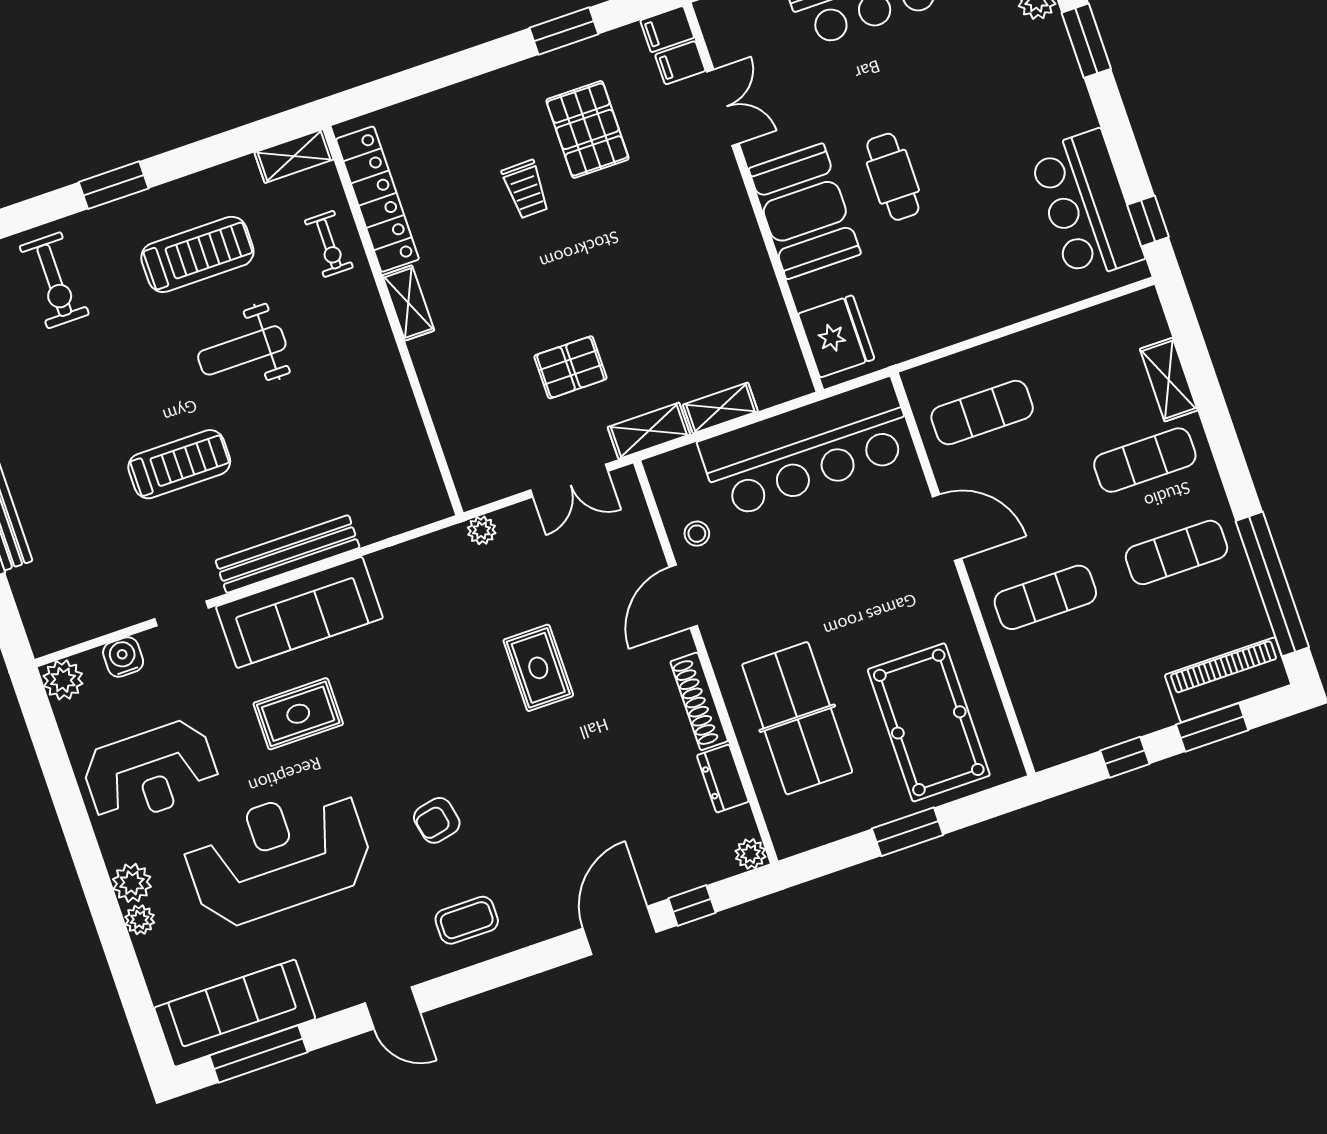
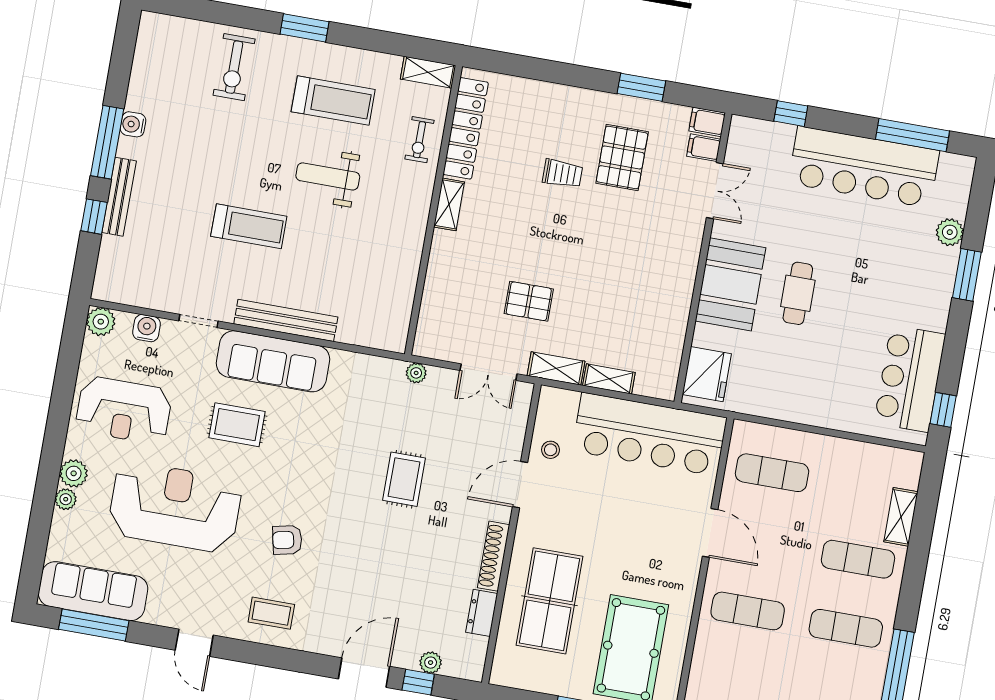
trolley: (526, 189) -> (562, 174), turned -89
plant: (751, 854) -> (431, 663), moved

